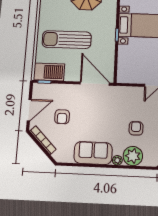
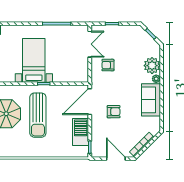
sun lounger: (67, 40) -> (38, 115), moved
barbecue: (49, 72) -> (81, 132), moved
armchair: (62, 117) -> (114, 112), moved
armchair: (136, 128) -> (108, 65), moved

